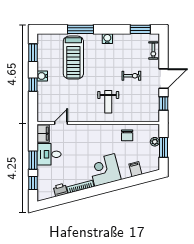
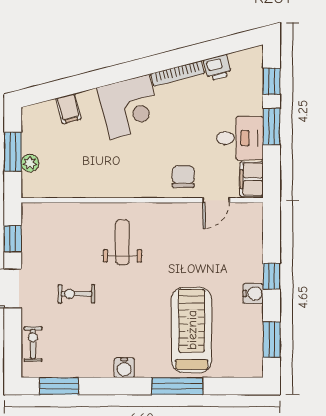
chair: (127, 135) -> (183, 177), moved

